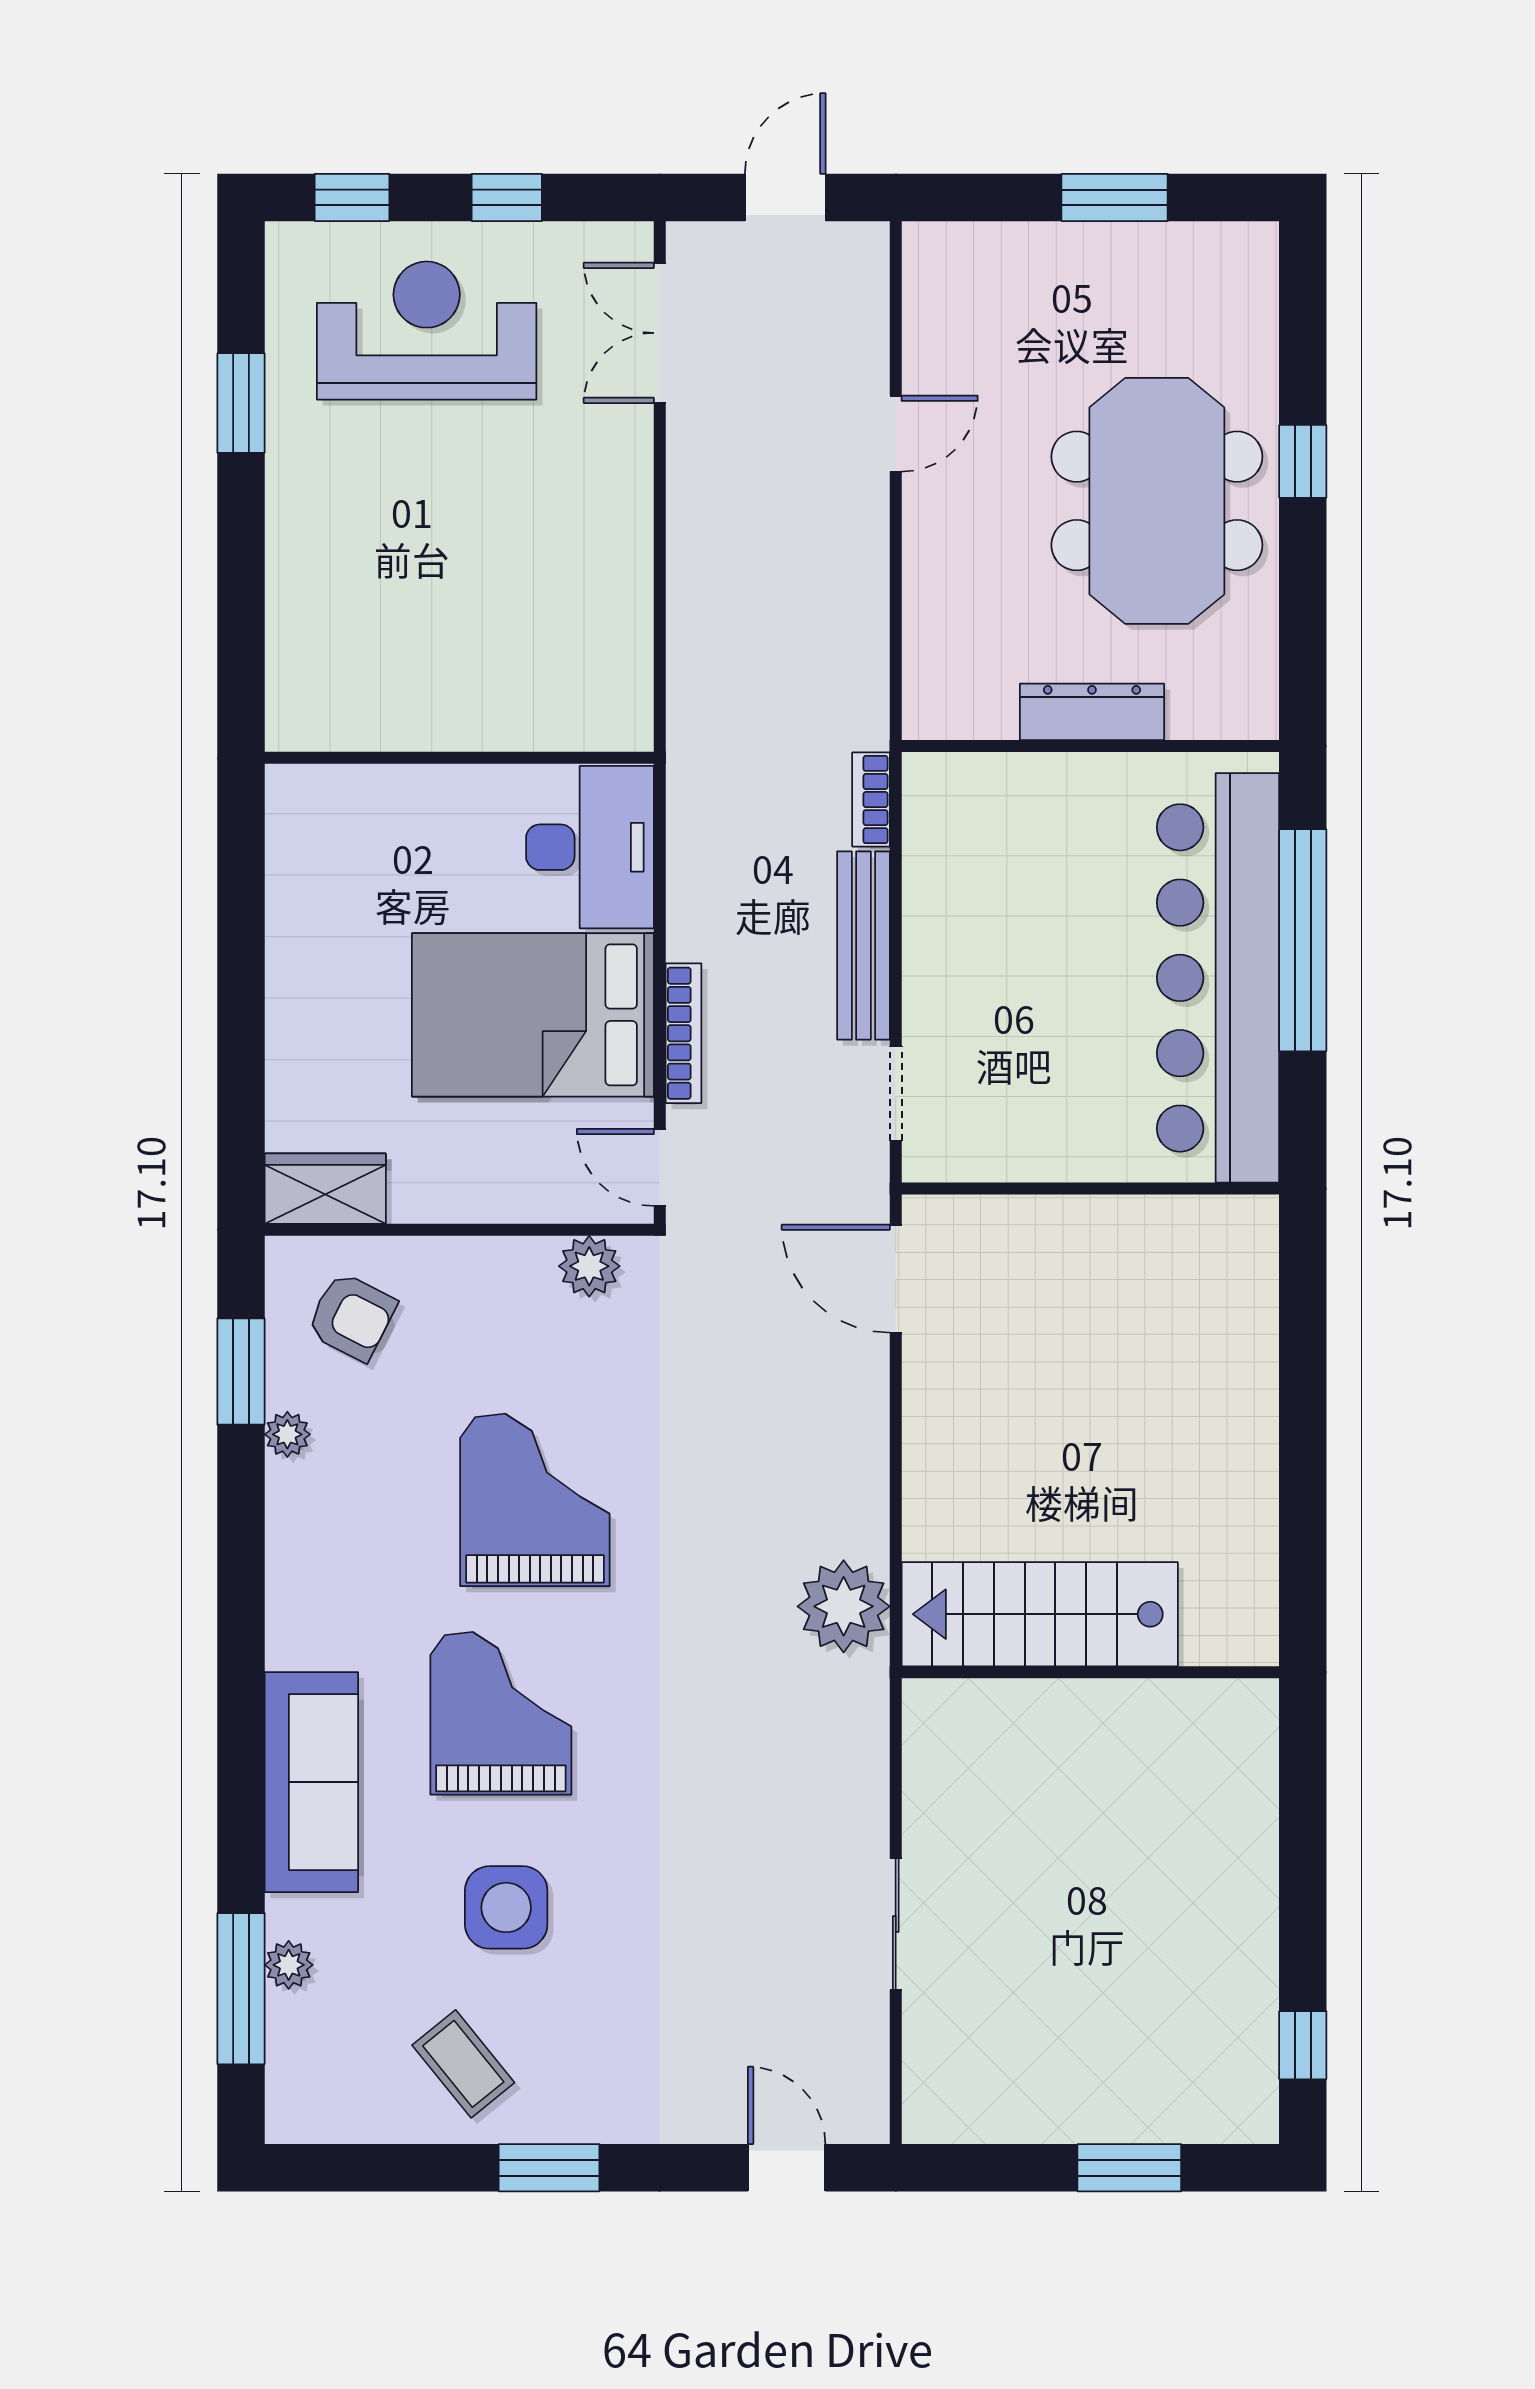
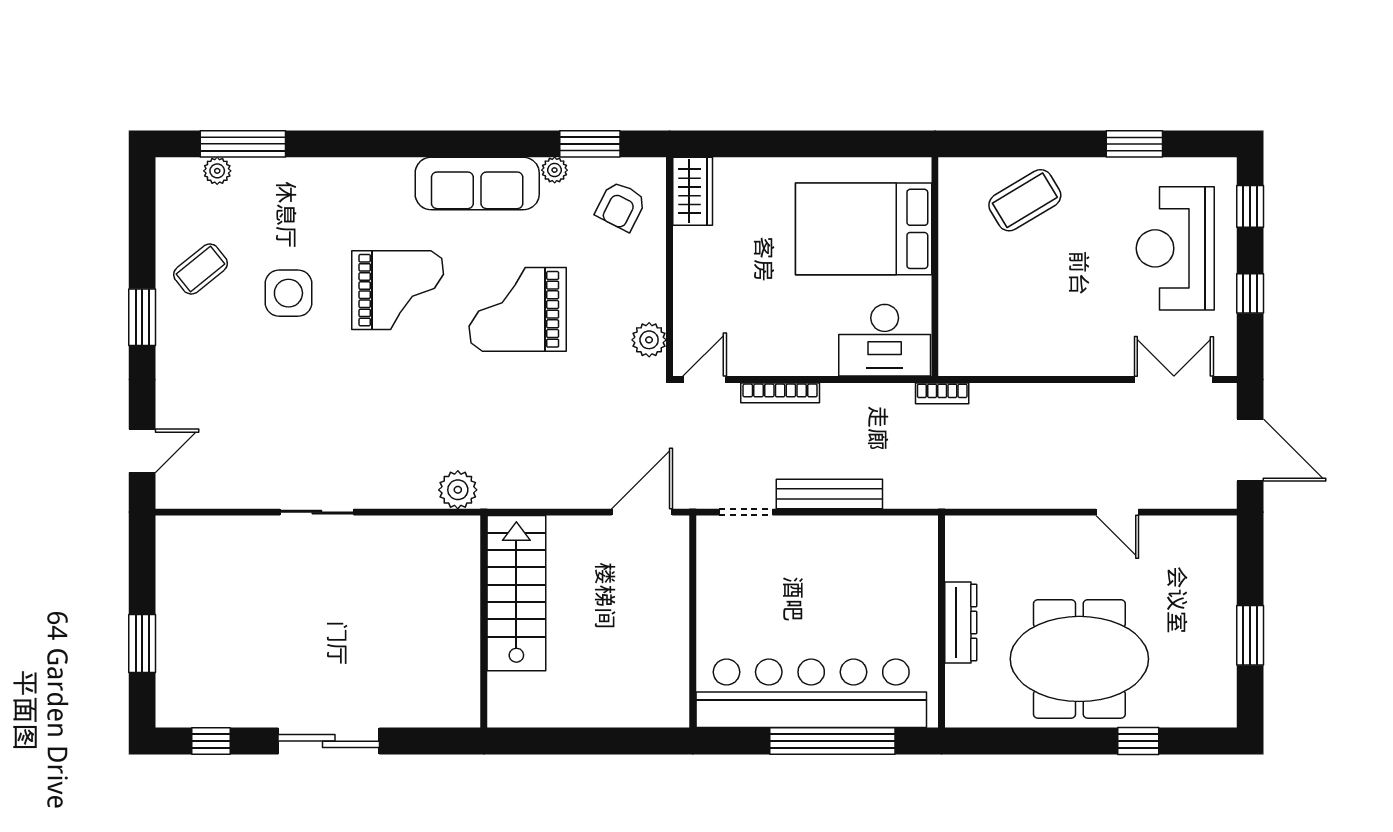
door: (785, 197) -> (1250, 450), width x1.38
reception desk: (427, 330) -> (1175, 248), turned 180
window: (1303, 461) -> (1138, 741), moved
coffee table: (341, 598) -> (1025, 200), added
bookcase: (871, 800) -> (942, 393), moved, turned 180
bed: (533, 1015) -> (864, 229), moved, turned -90
grand piano: (535, 1500) -> (518, 309), turned 180
plant: (844, 1606) -> (458, 490), width x0.73, depth x0.73
stairs: (1040, 1614) -> (516, 593), moved
wall: (1090, 1672) -> (484, 622), moved
sofa: (311, 1782) -> (477, 184), moved
sliding door: (1303, 1836) -> (329, 741), added
sliding door: (896, 1924) -> (317, 512), moved
plant: (289, 1965) -> (217, 171), moved

